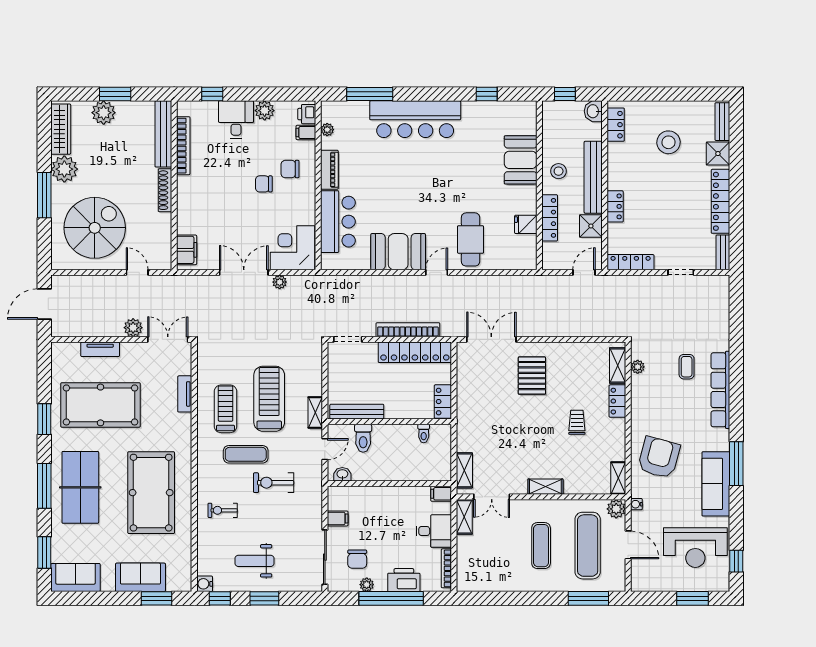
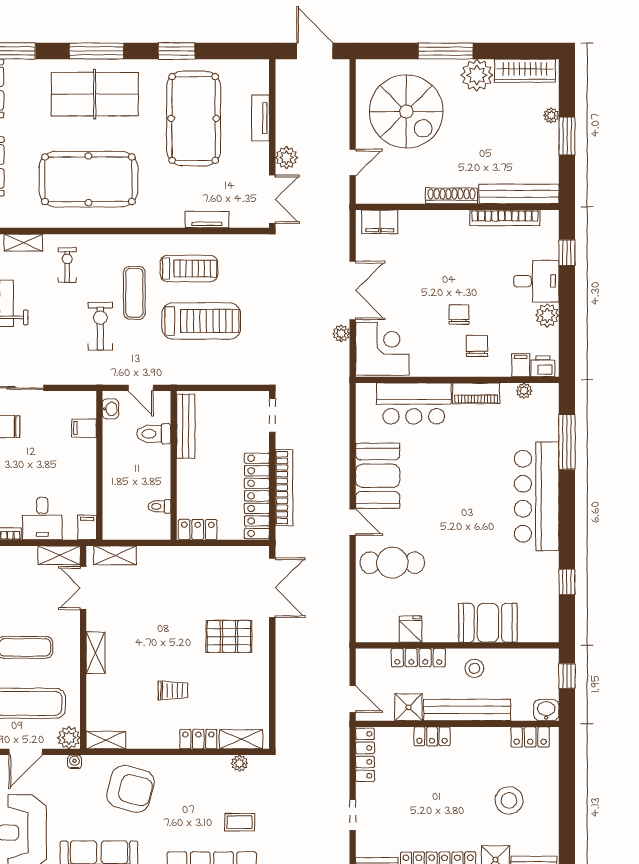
plant: (104, 113) -> (551, 115), width x0.53, depth x0.53
shelving: (315, 412) -> (23, 243), moved
filing cabinet: (338, 518) -> (84, 428), moved, turned 90

